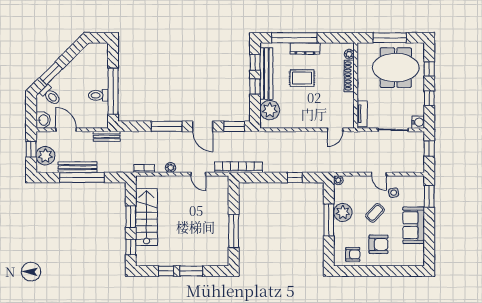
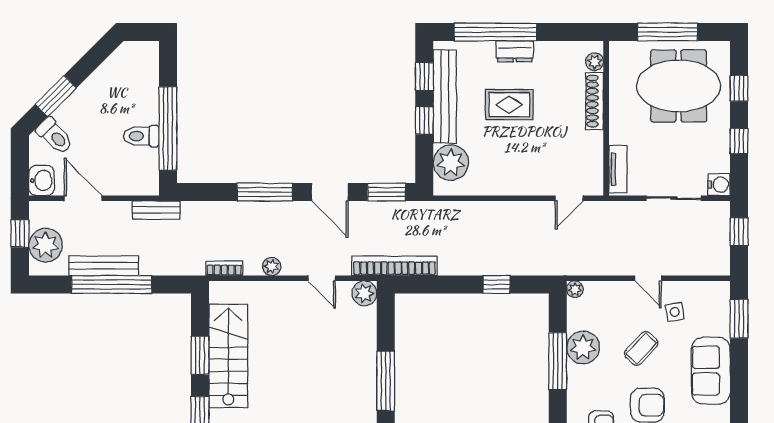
dresser: (305, 48) -> (515, 51), width x0.70
plant: (222, 182) -> (364, 293), added

